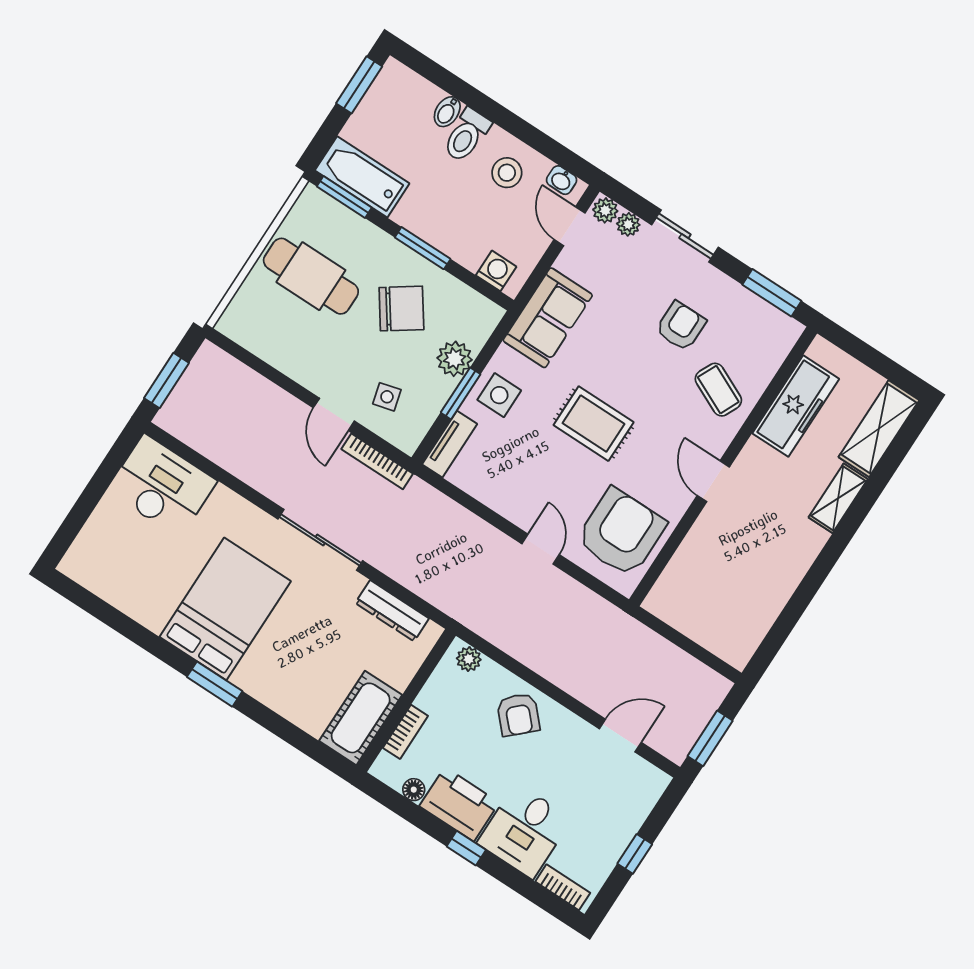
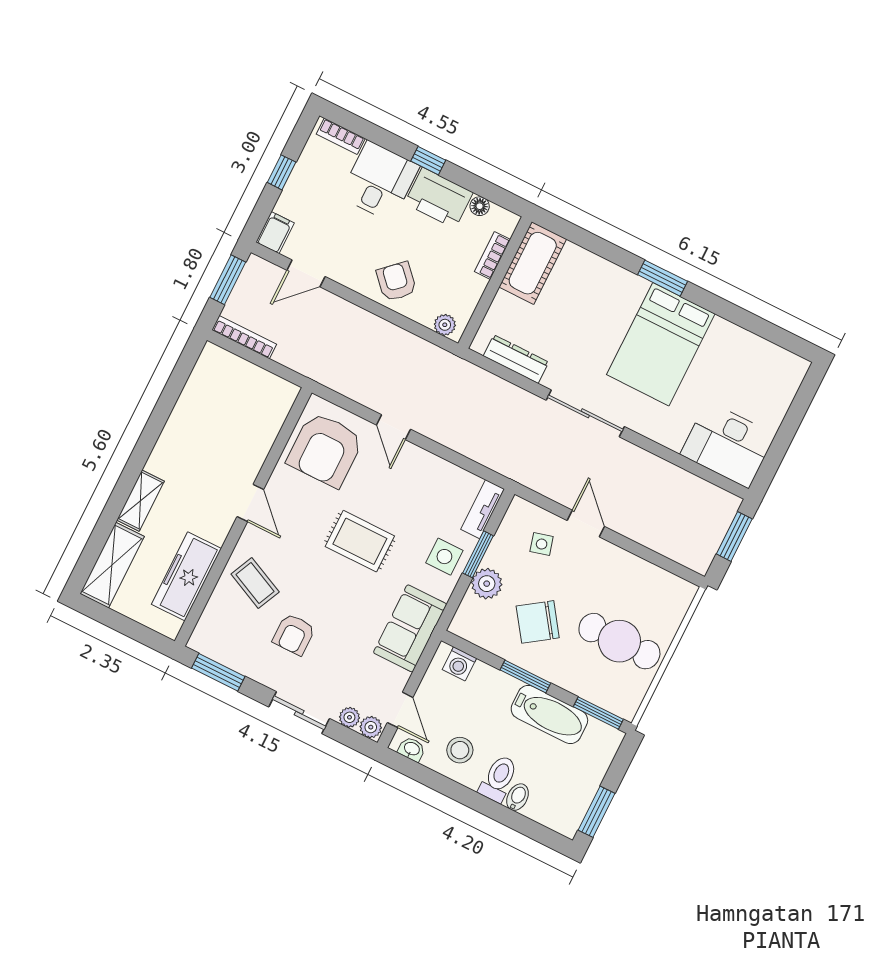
bathtub: (362, 177) -> (549, 714), moved
bookcase: (377, 461) -> (244, 337), moved
filing cabinet: (650, 786) -> (275, 233), added

